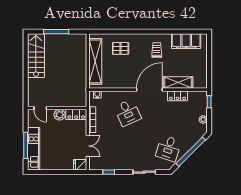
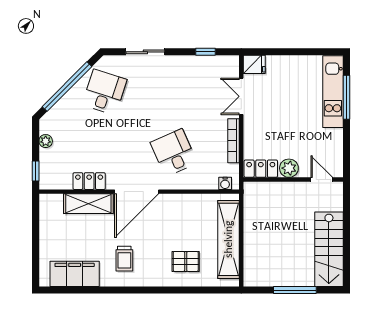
door: (40, 108) -> (322, 180), moved
wall: (57, 108) -> (293, 180), moved
locker: (76, 114) -> (261, 169), moved
plant: (60, 115) -> (289, 168), moved

